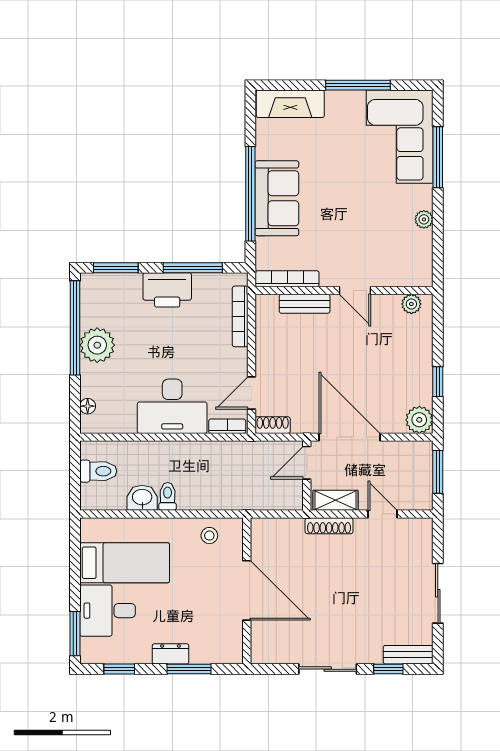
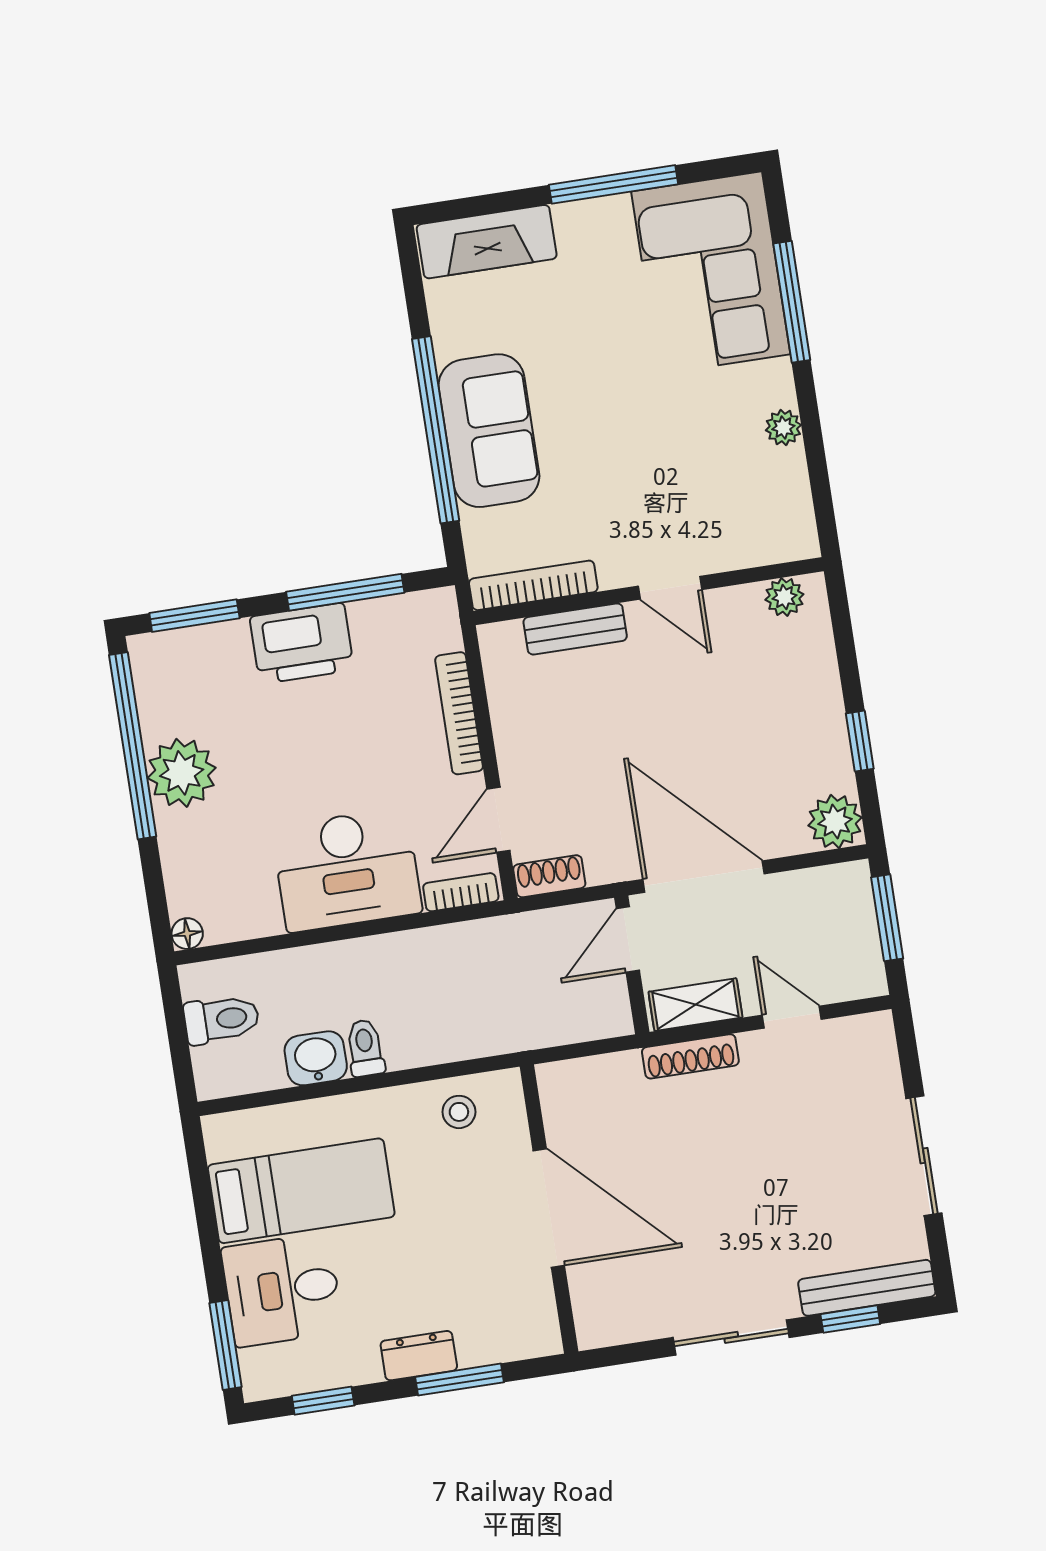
bookcase: (240, 316) -> (459, 713), moved
floor lamp: (88, 406) -> (187, 934), moved
bench: (408, 655) -> (867, 1288), width x1.36

